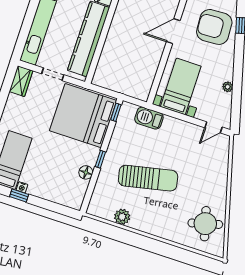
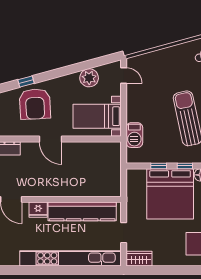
plant: (228, 87) -> (89, 78), width x1.87, depth x1.87
window: (116, 112) -> (159, 166), moved
bed: (83, 116) -> (170, 194), moved

